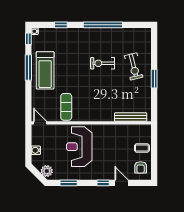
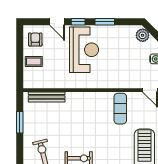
window: (154, 79) -> (20, 122), moved
reception desk: (79, 147) -> (84, 50), moved
window: (69, 183) -> (105, 22), moved

